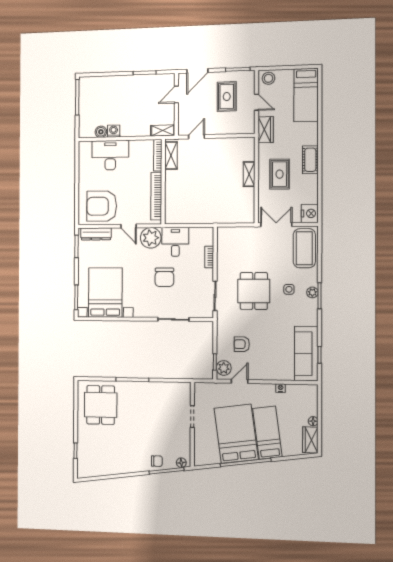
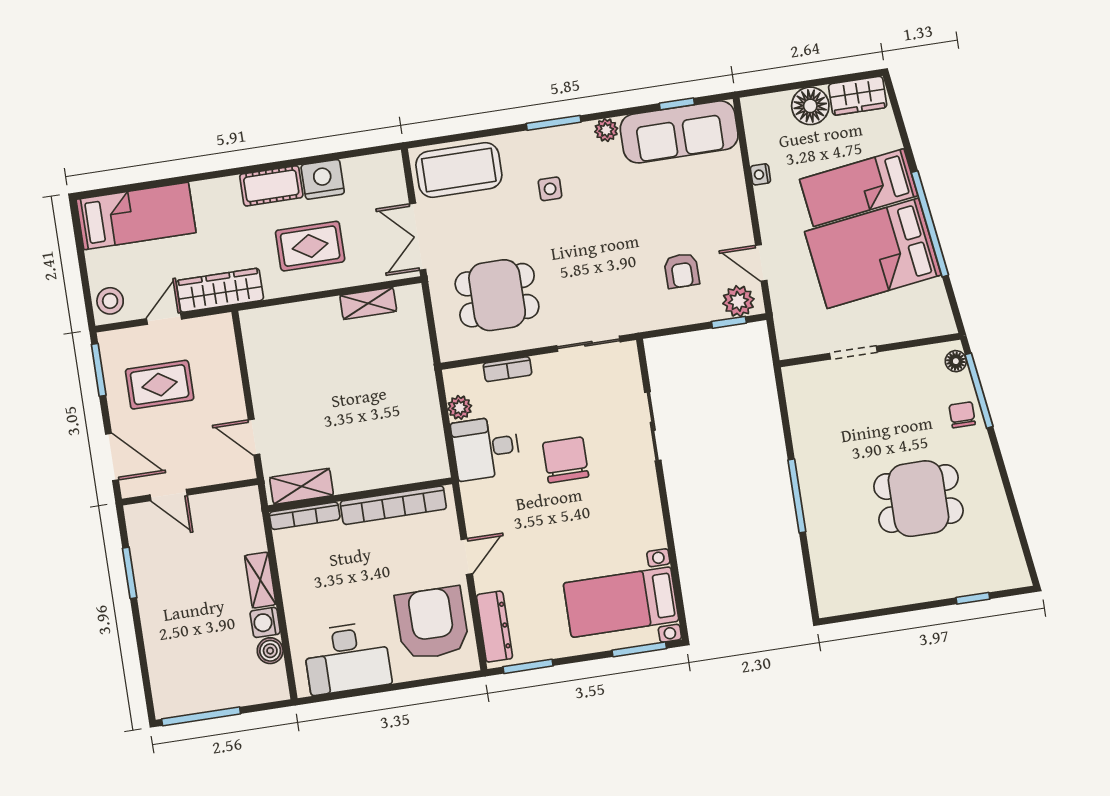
wardrobe: (266, 130) -> (220, 290), width x1.50
shelving: (163, 131) -> (260, 580), moved
desk: (110, 155) -> (347, 658), moved, turned -90
shelving: (249, 174) -> (368, 303), moved
armchair: (102, 206) -> (432, 623), turned 180
nightstand: (310, 213) -> (323, 179), moved
plant: (151, 238) -> (460, 407), moved, width x0.53, depth x0.53
chair: (164, 277) -> (566, 460), turned -90
dining table: (254, 291) -> (497, 295), moved
plant: (312, 292) -> (606, 130), moved
bed with nightstands: (105, 293) -> (621, 602), width x0.73
dining table: (101, 405) -> (918, 499), moved
floor lamp: (313, 421) -> (810, 106), width x1.89, depth x1.89

